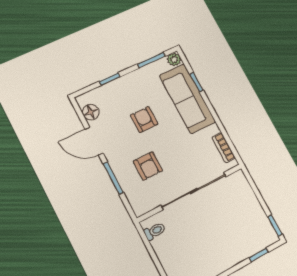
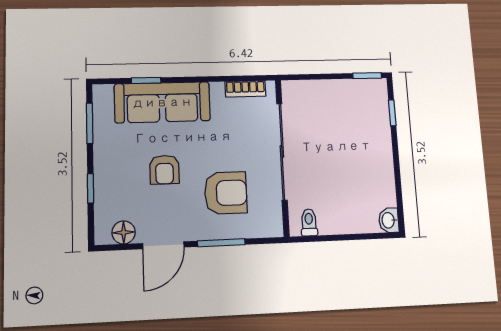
plant: (174, 59) -> (102, 94), removed
armchair: (144, 120) -> (164, 170), turned -90
armchair: (148, 166) -> (226, 193), width x1.38, depth x1.38

